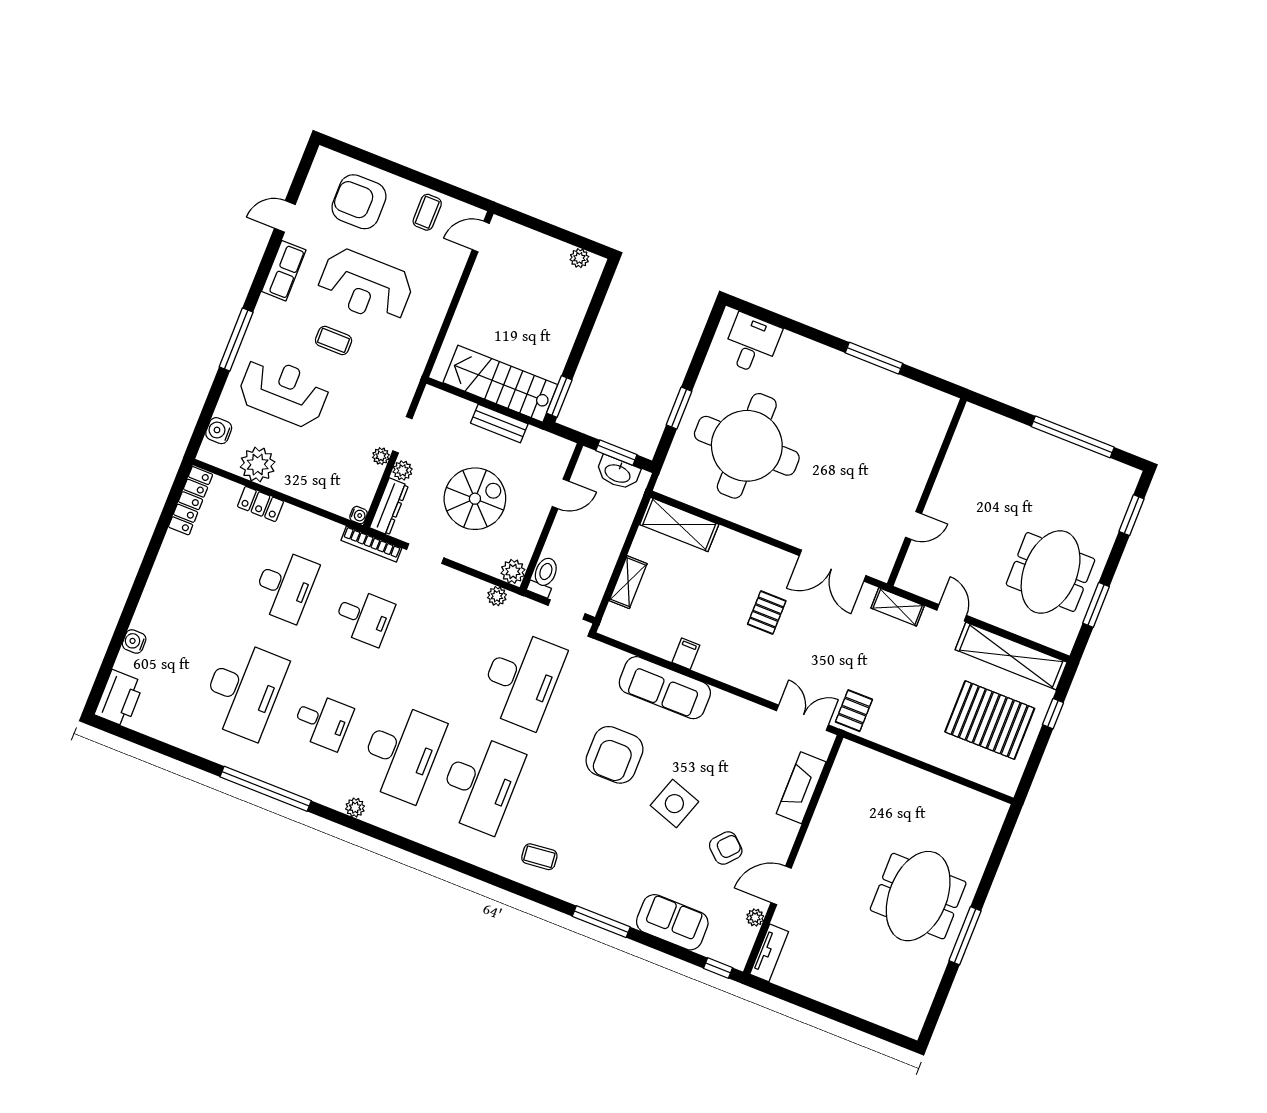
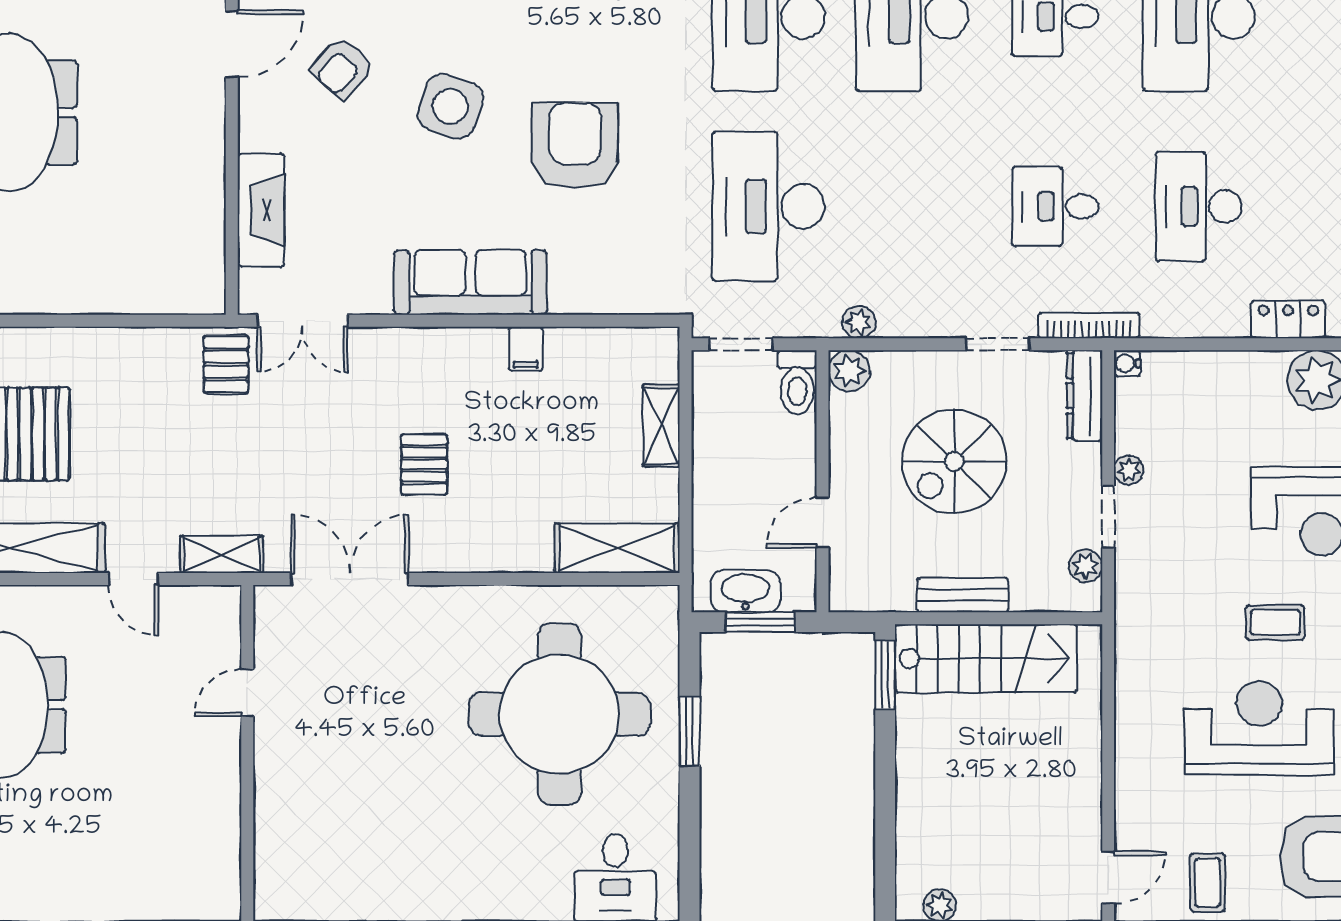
plant: (403, 470) -> (1086, 566), moved
sofa: (665, 688) -> (470, 283), moved

